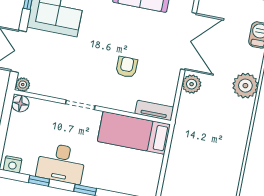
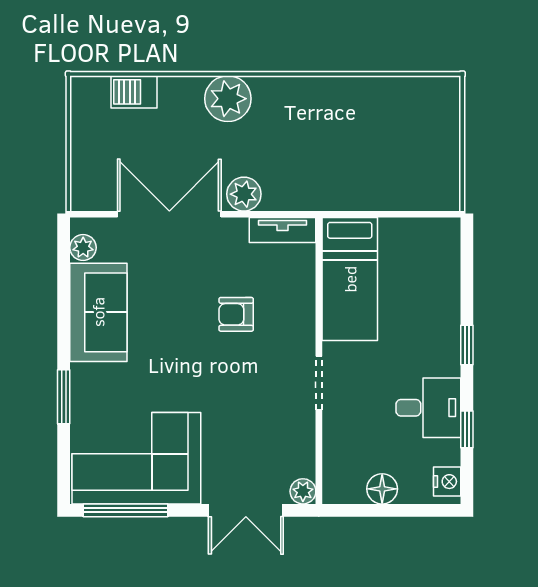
floor lamp: (20, 104) -> (382, 489), moved
tv unit: (154, 110) -> (283, 230), moved, turned -90
desk: (61, 163) -> (428, 408), width x0.73

